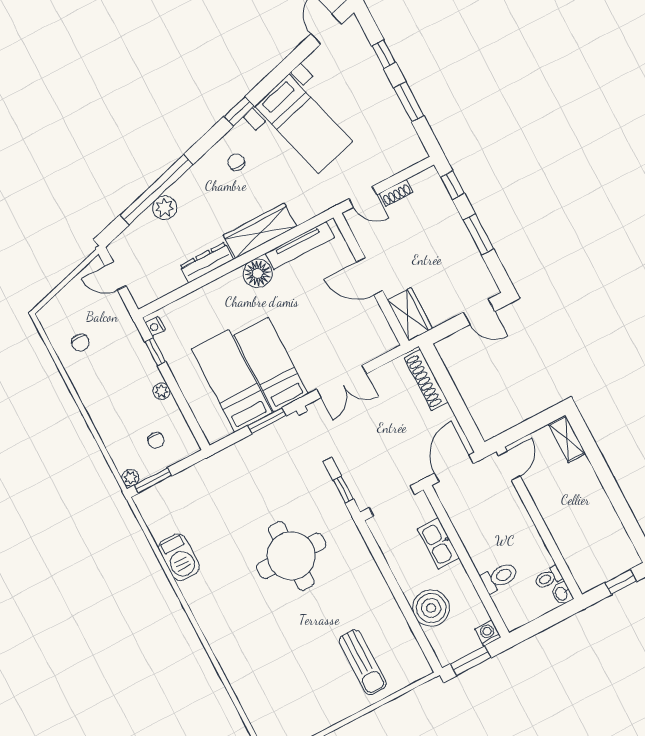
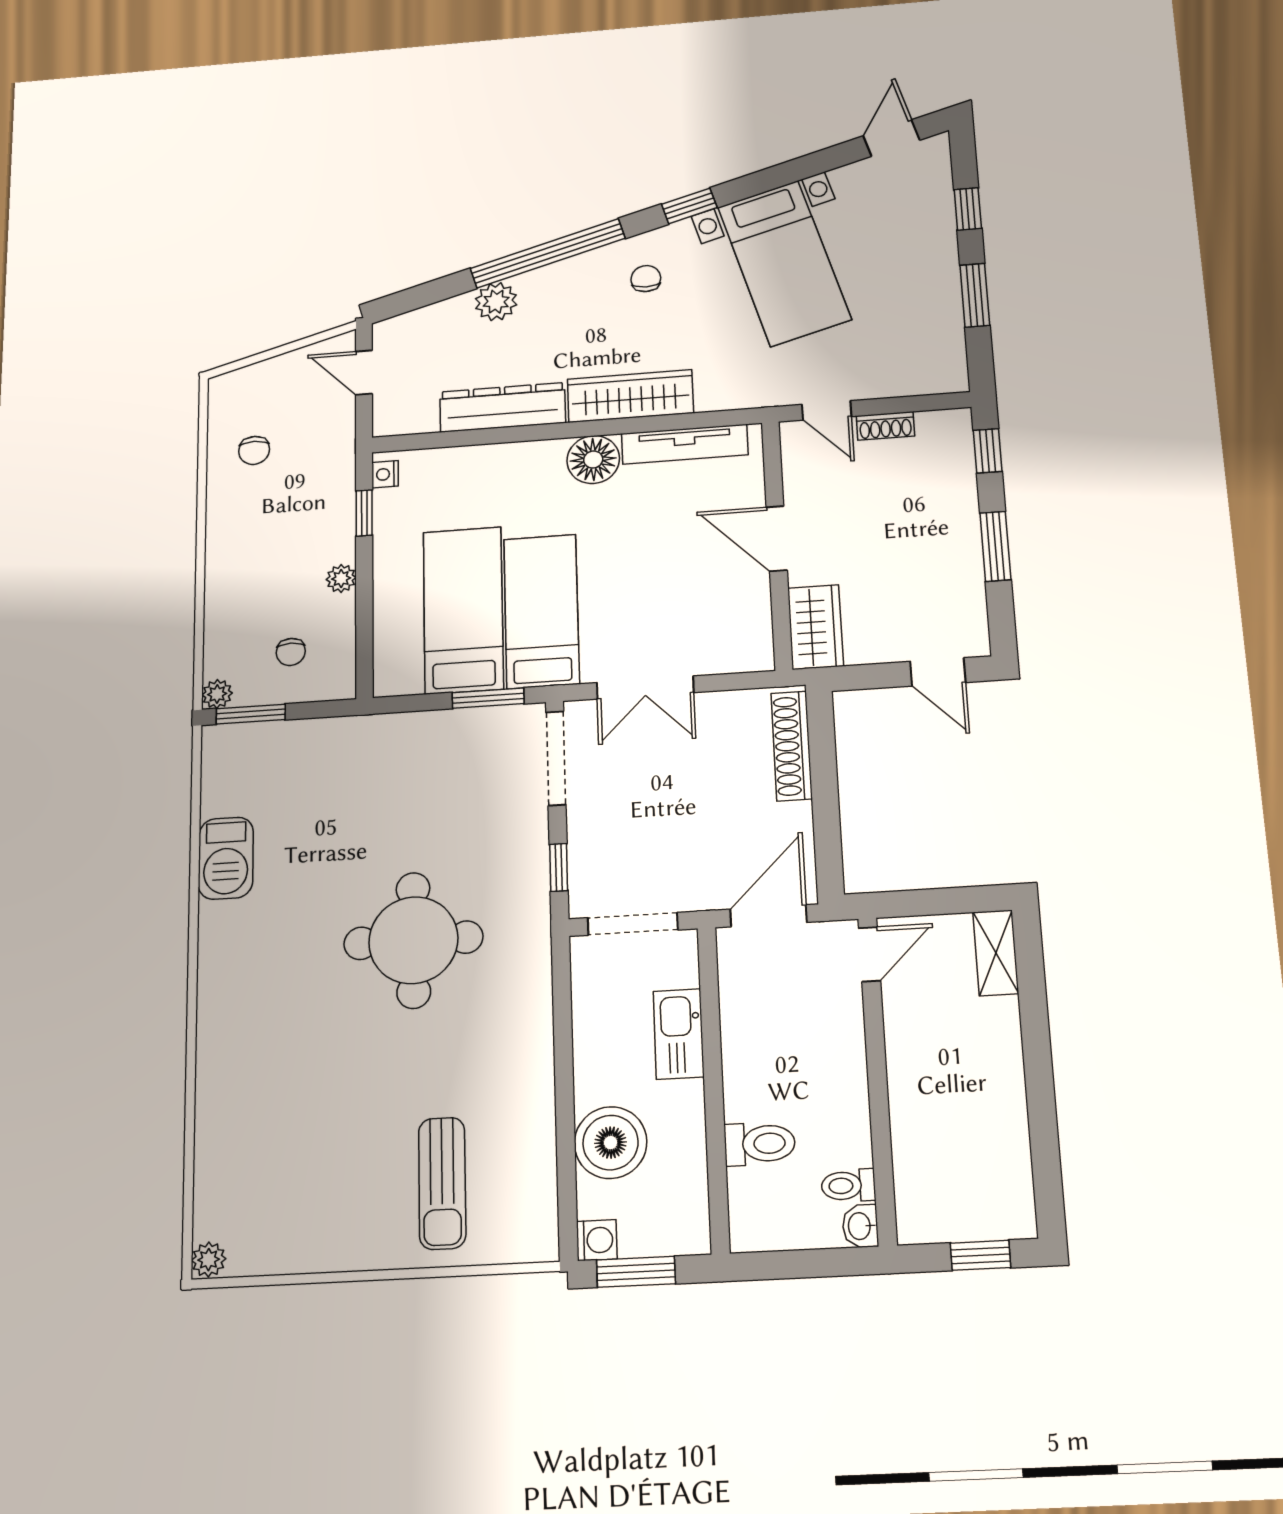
window: (156, 190) -> (548, 253), moved
dresser: (207, 263) -> (503, 407), width x1.37, depth x1.24
washing machine: (488, 633) -> (597, 1240), moved, turned 90

